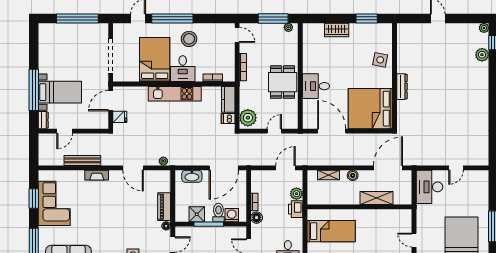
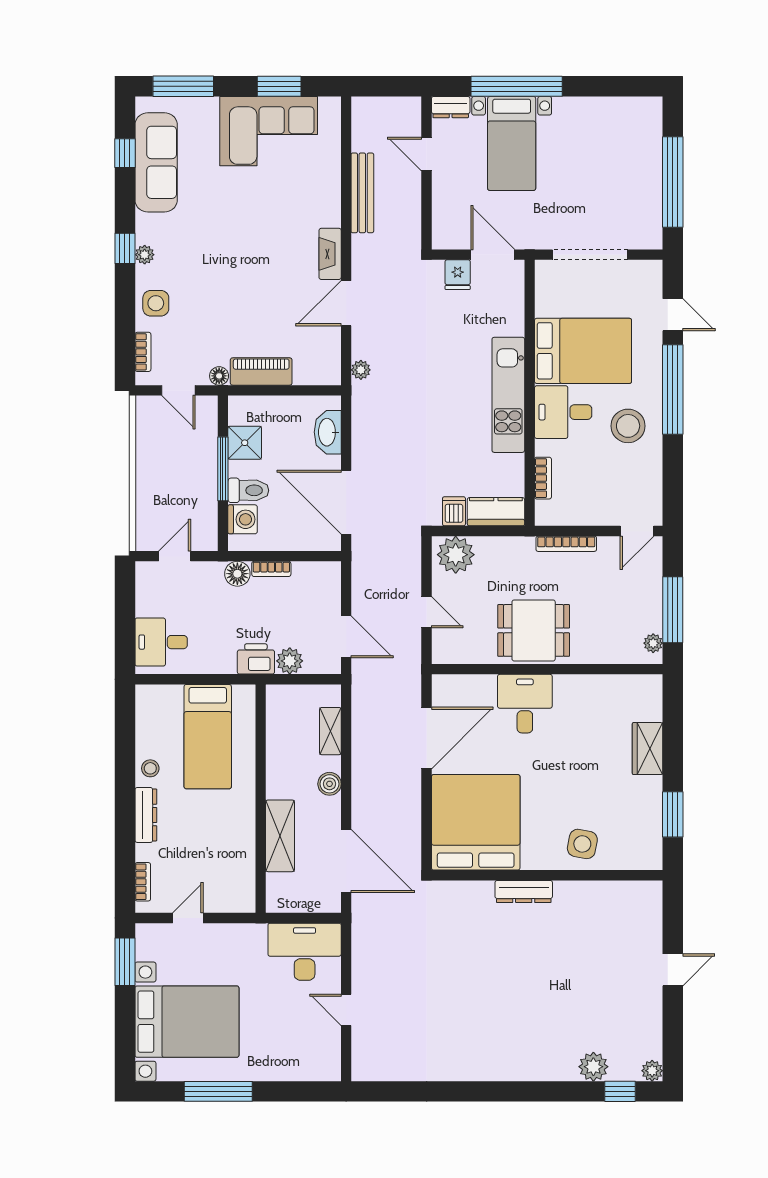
fireplace: (97, 175) -> (330, 254), moved

